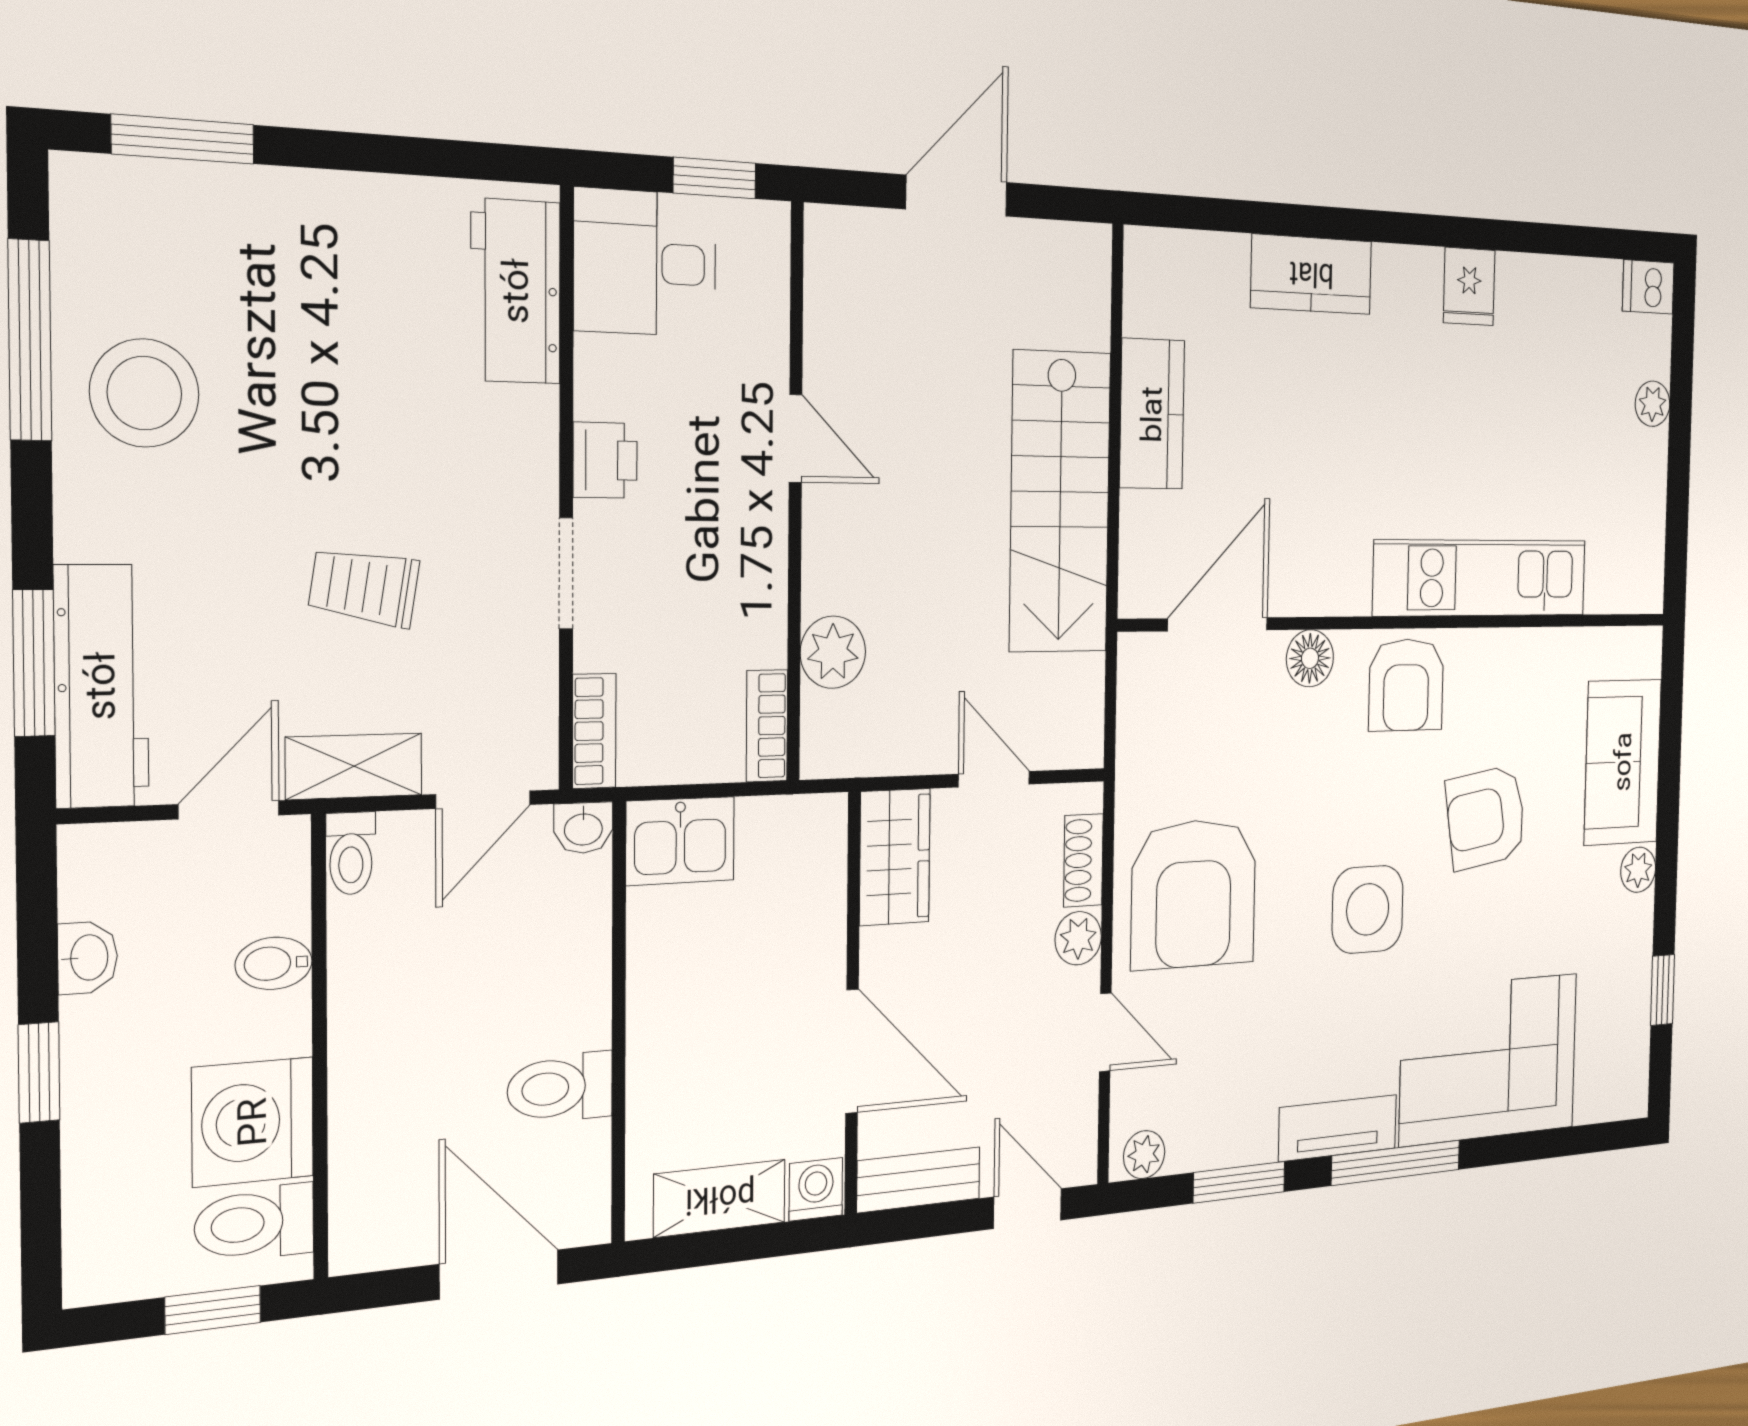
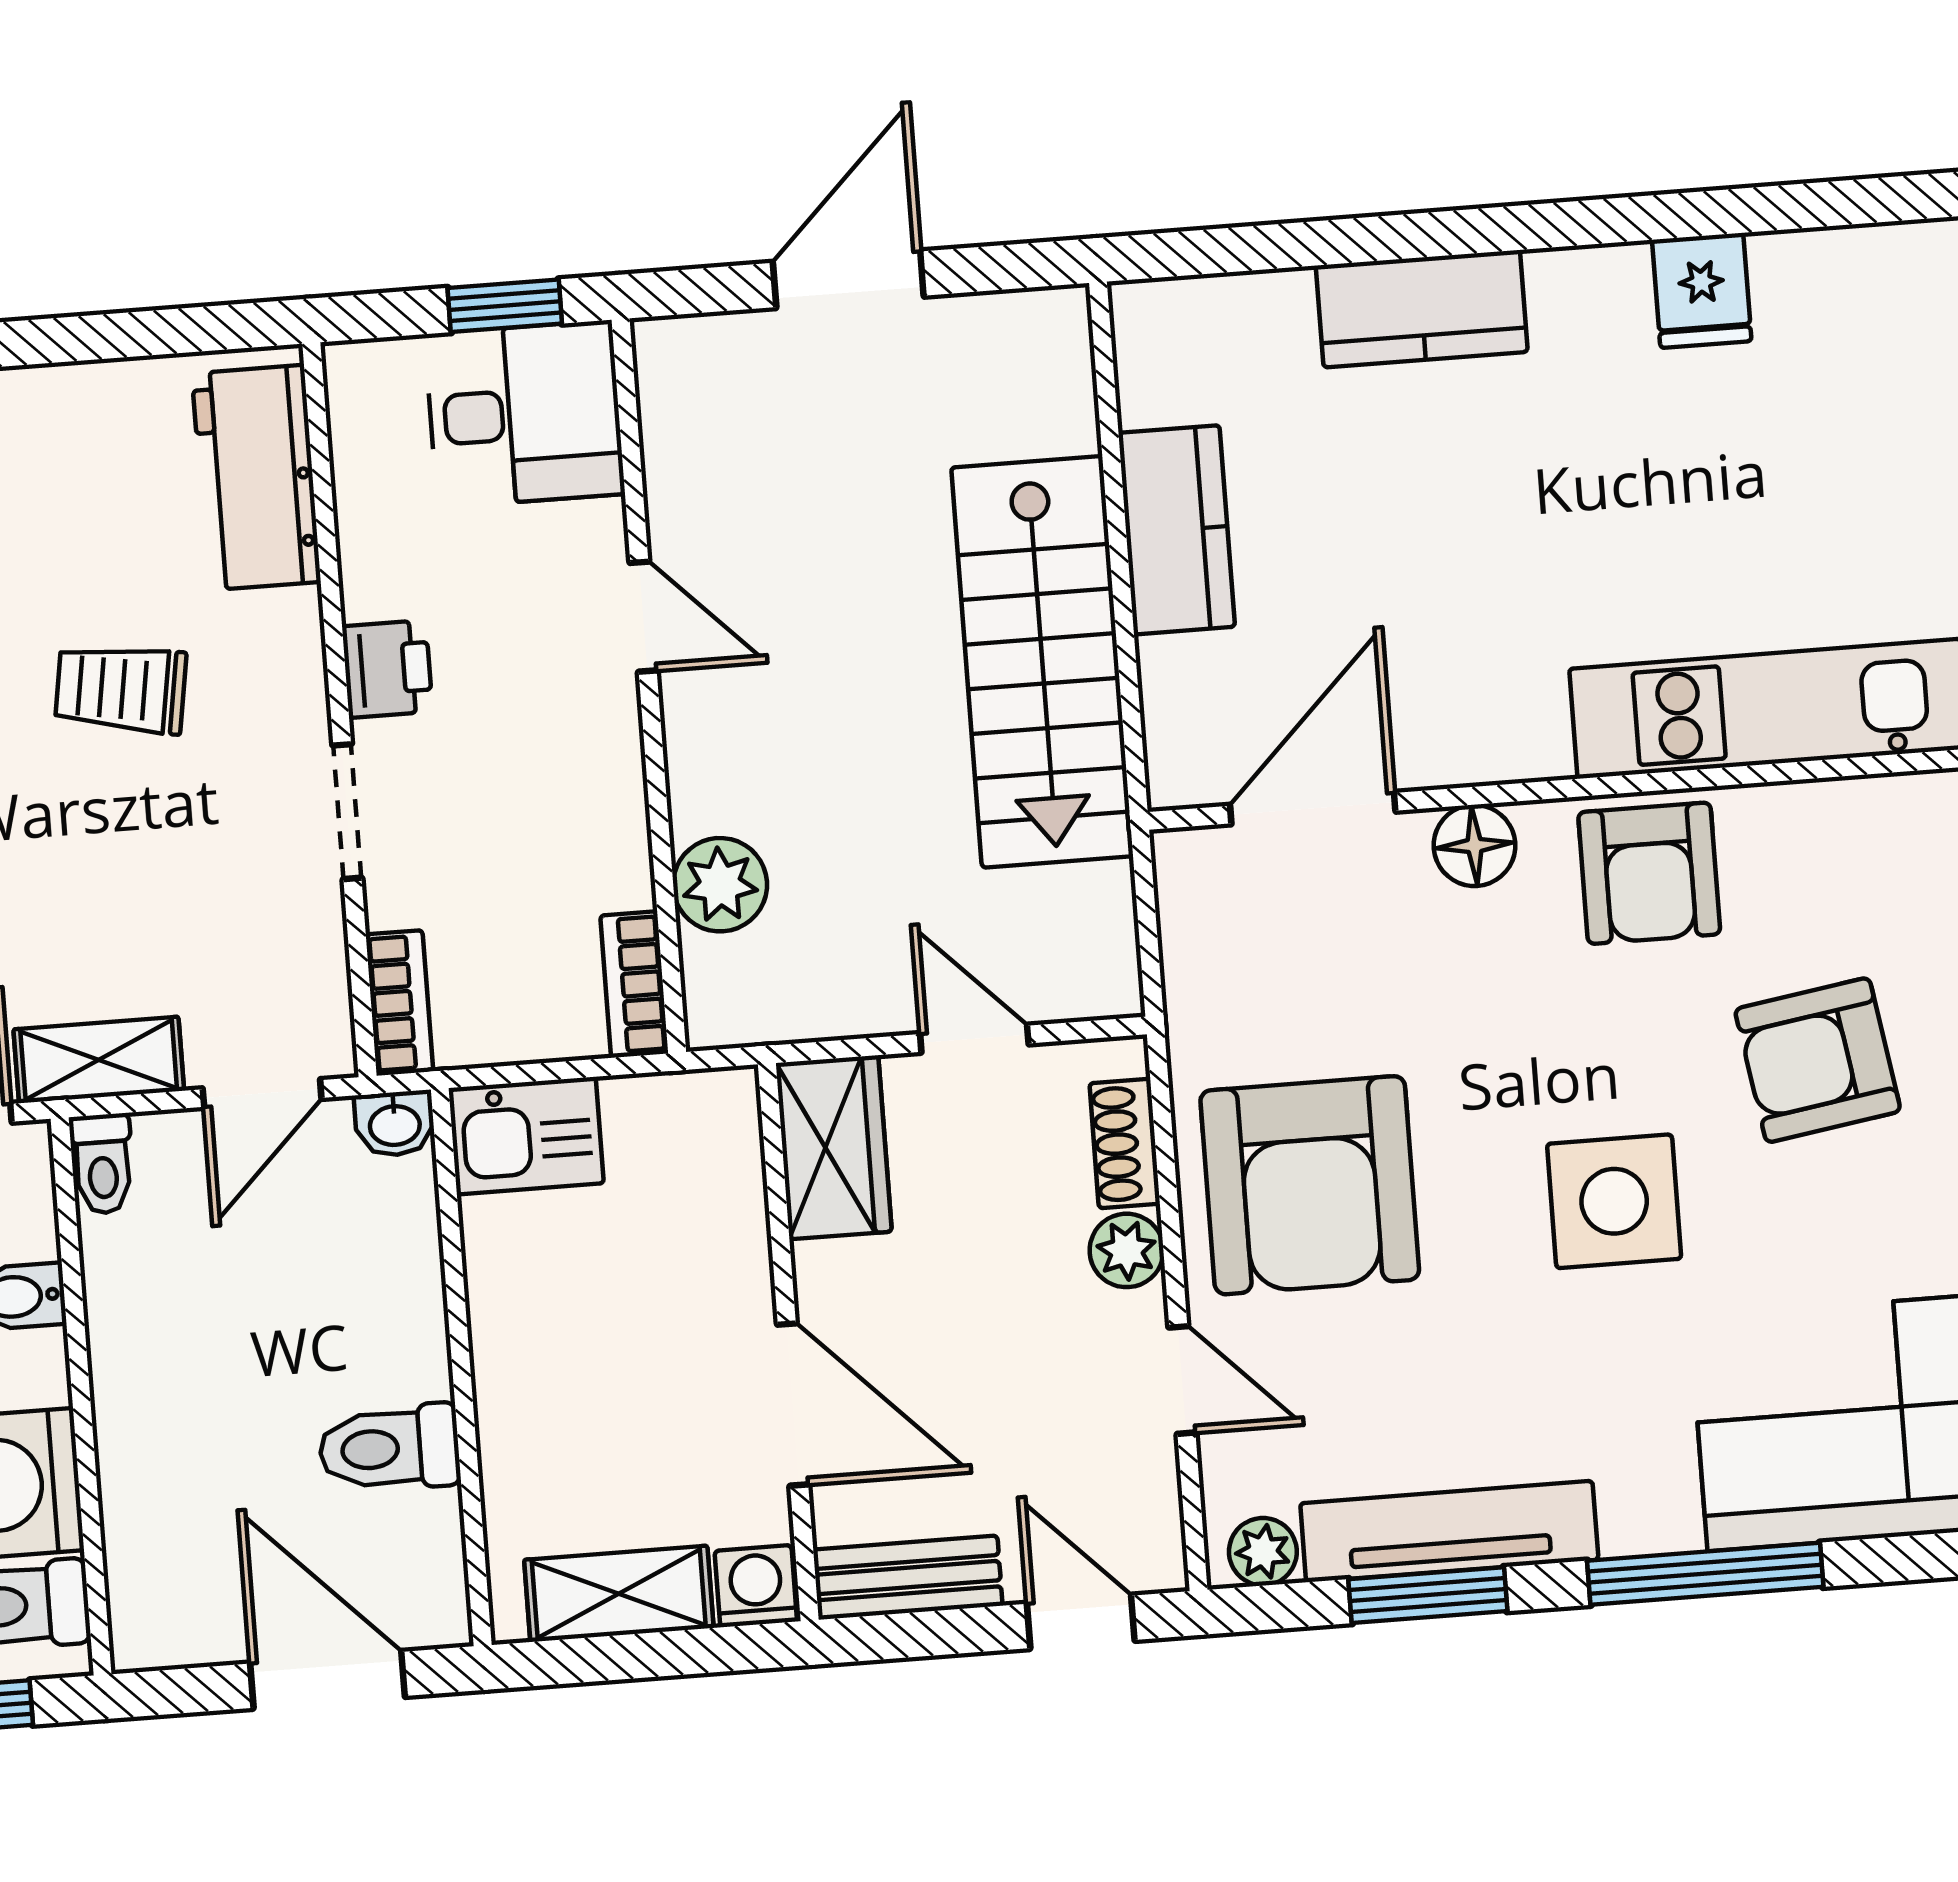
desk: (645, 263) -> (525, 414), moved, turned 180
trolley: (364, 587) -> (121, 689), moved
tv unit: (1338, 1128) -> (1449, 1531), moved, width x1.41

